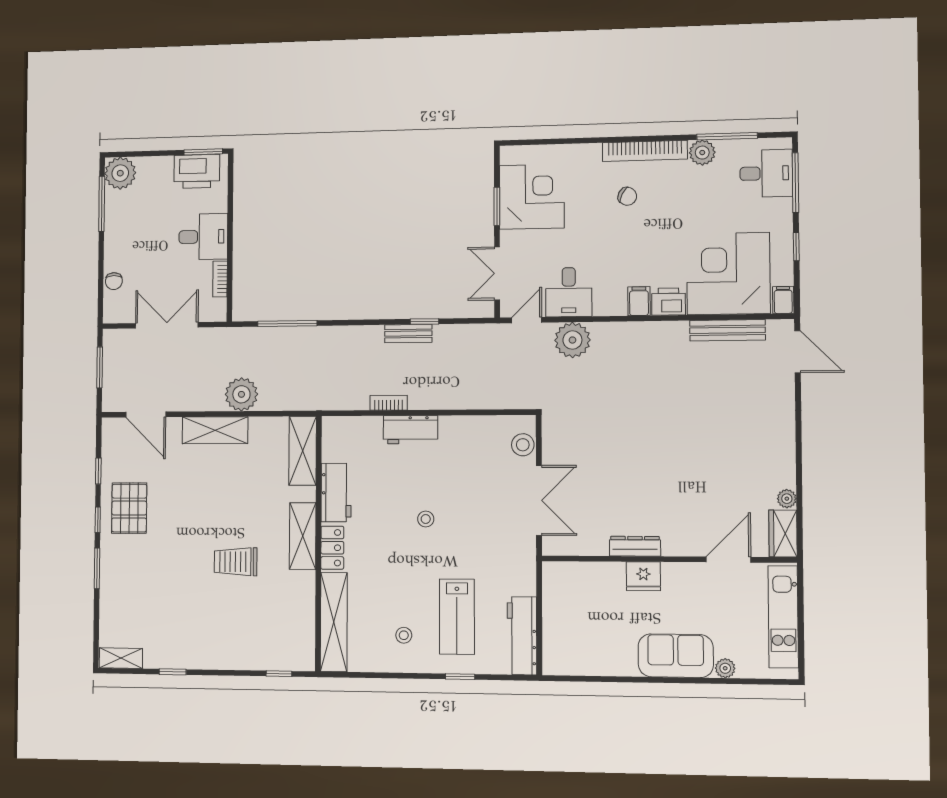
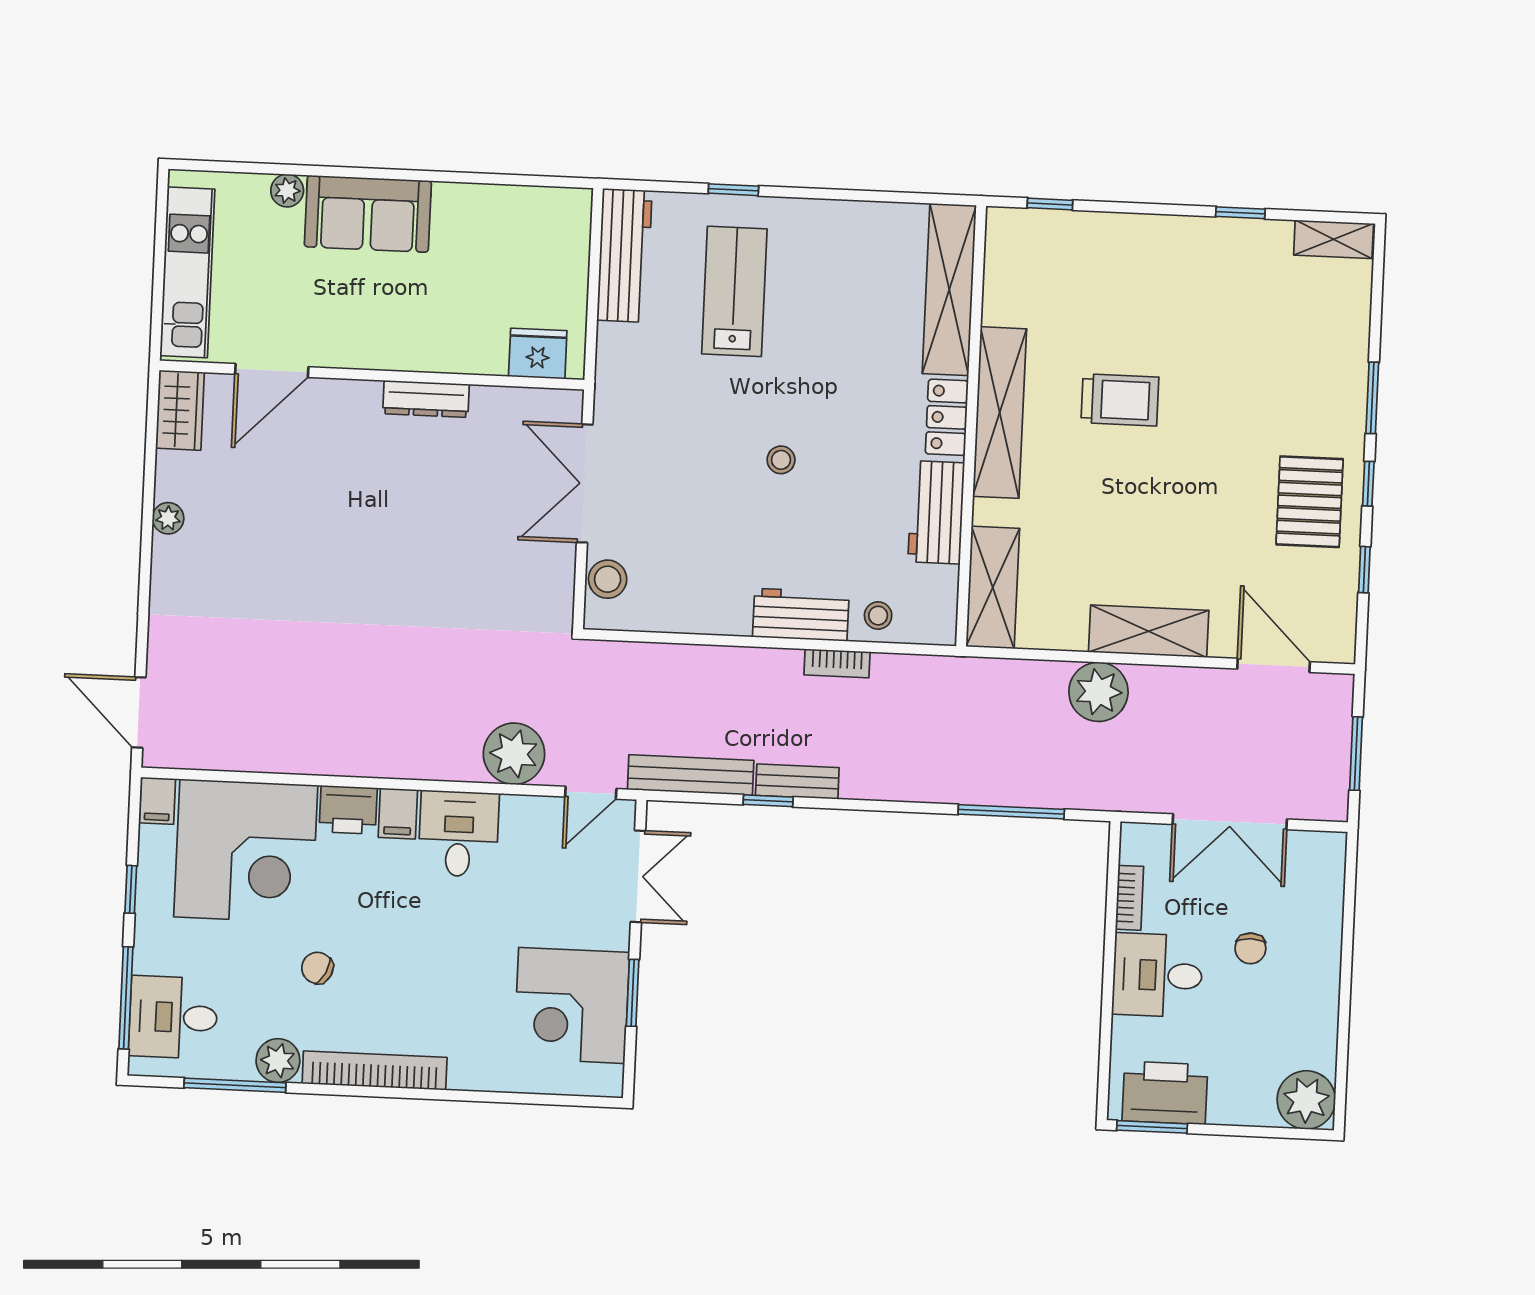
chair: (627, 196) -> (317, 968), moved
window: (102, 204) -> (1343, 1047), removed
chair: (114, 281) -> (1250, 948), moved, turned 180
desk: (569, 292) -> (459, 834), moved
bench: (727, 330) -> (691, 775), moved
plant: (787, 499) -> (168, 518), moved
shelving: (303, 536) -> (1000, 413), width x1.47
fridge: (643, 576) -> (538, 354), moved
stool: (404, 635) -> (878, 616), moved

